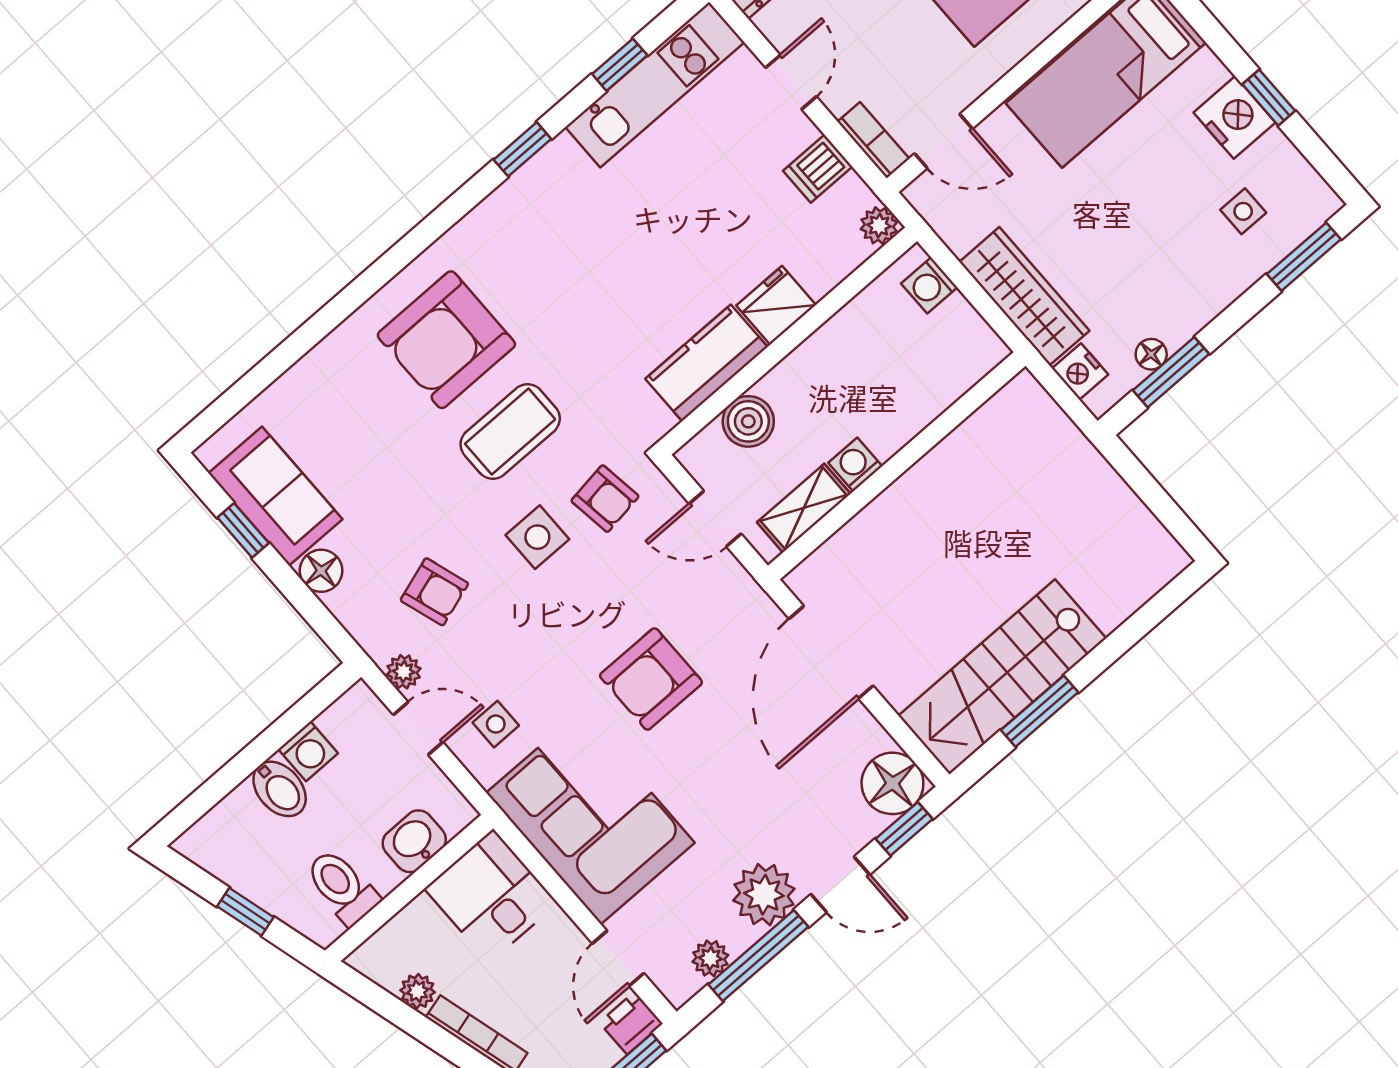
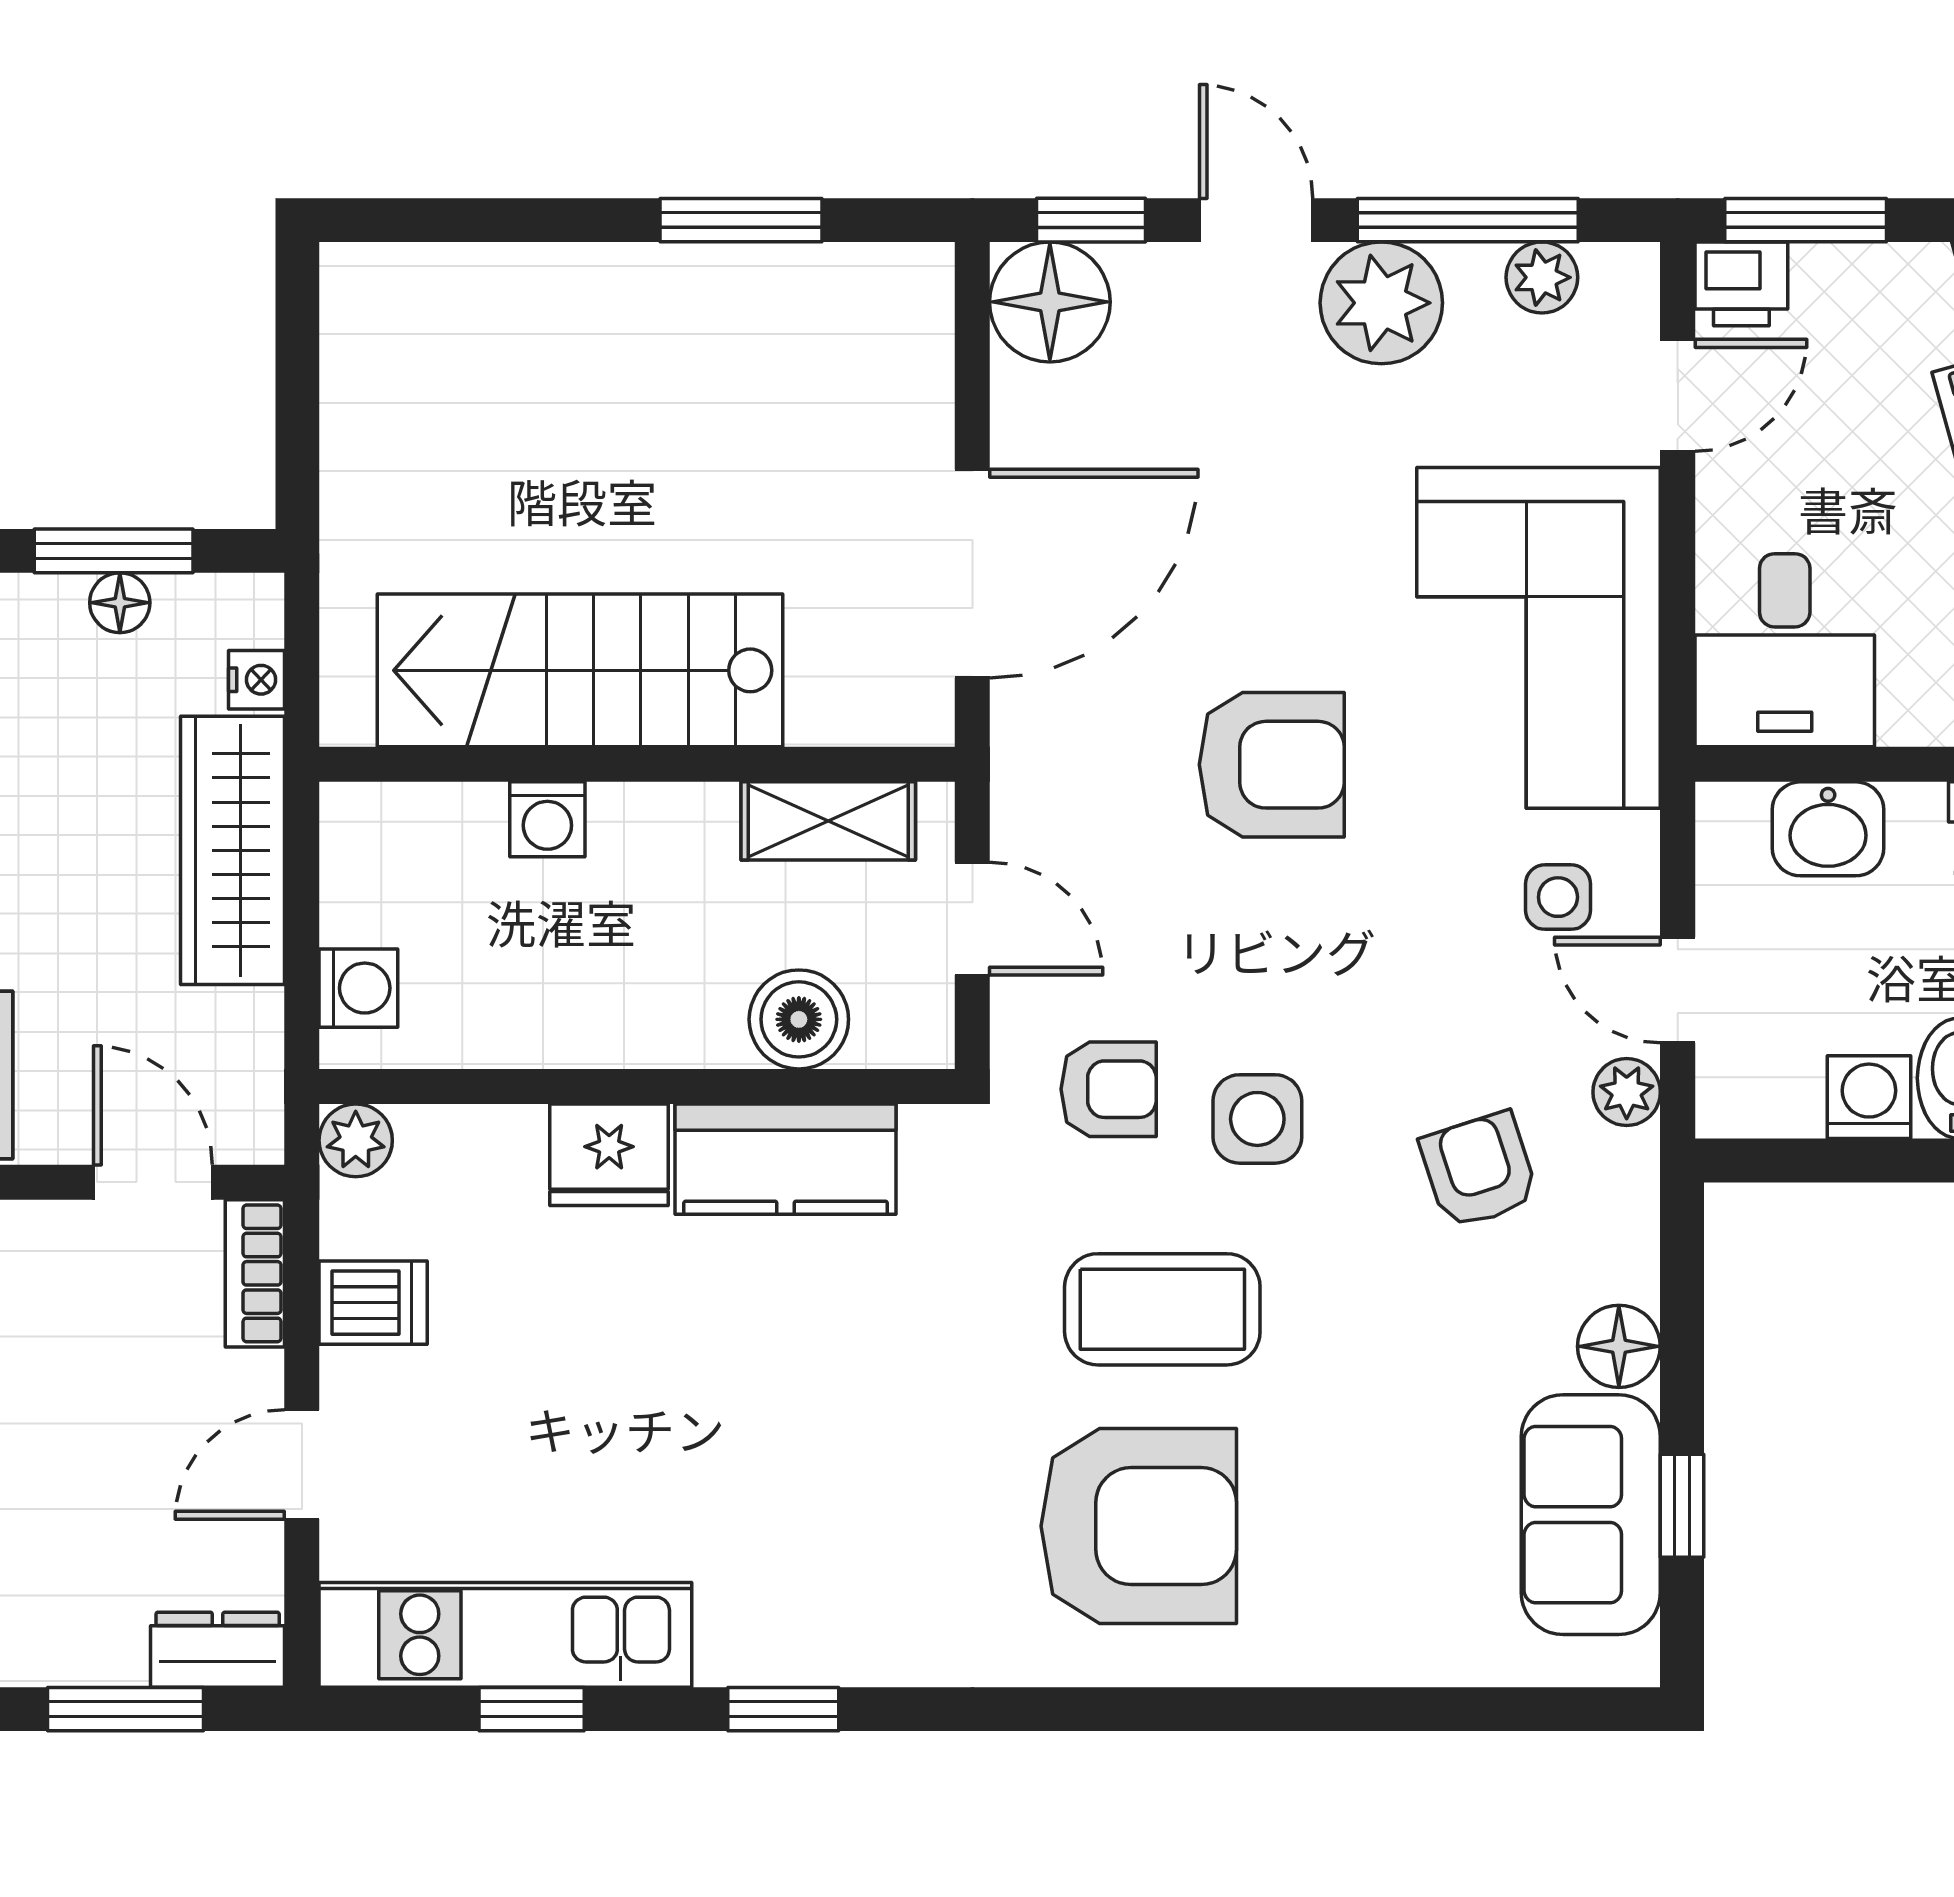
nightstand: (1080, 372) -> (257, 680), width x0.72, depth x0.74
washing machine: (855, 464) -> (547, 819), moved
armchair: (605, 499) -> (1109, 1089), turned 98
stairs: (1002, 677) -> (580, 670), moved, turned 180

